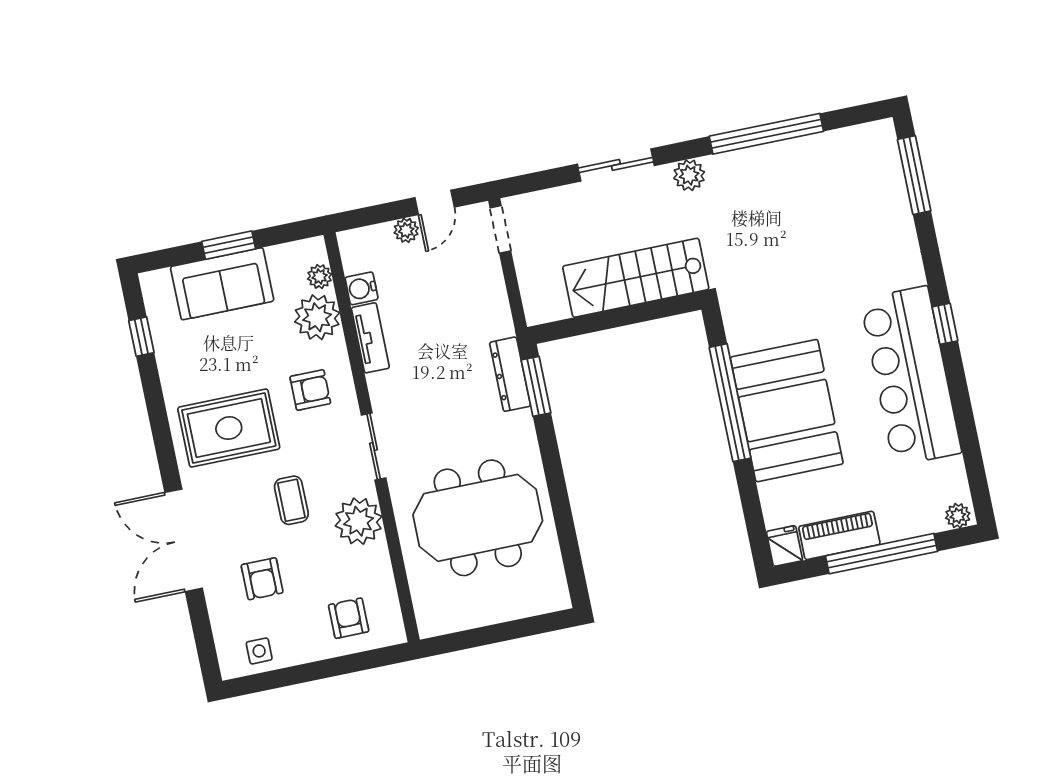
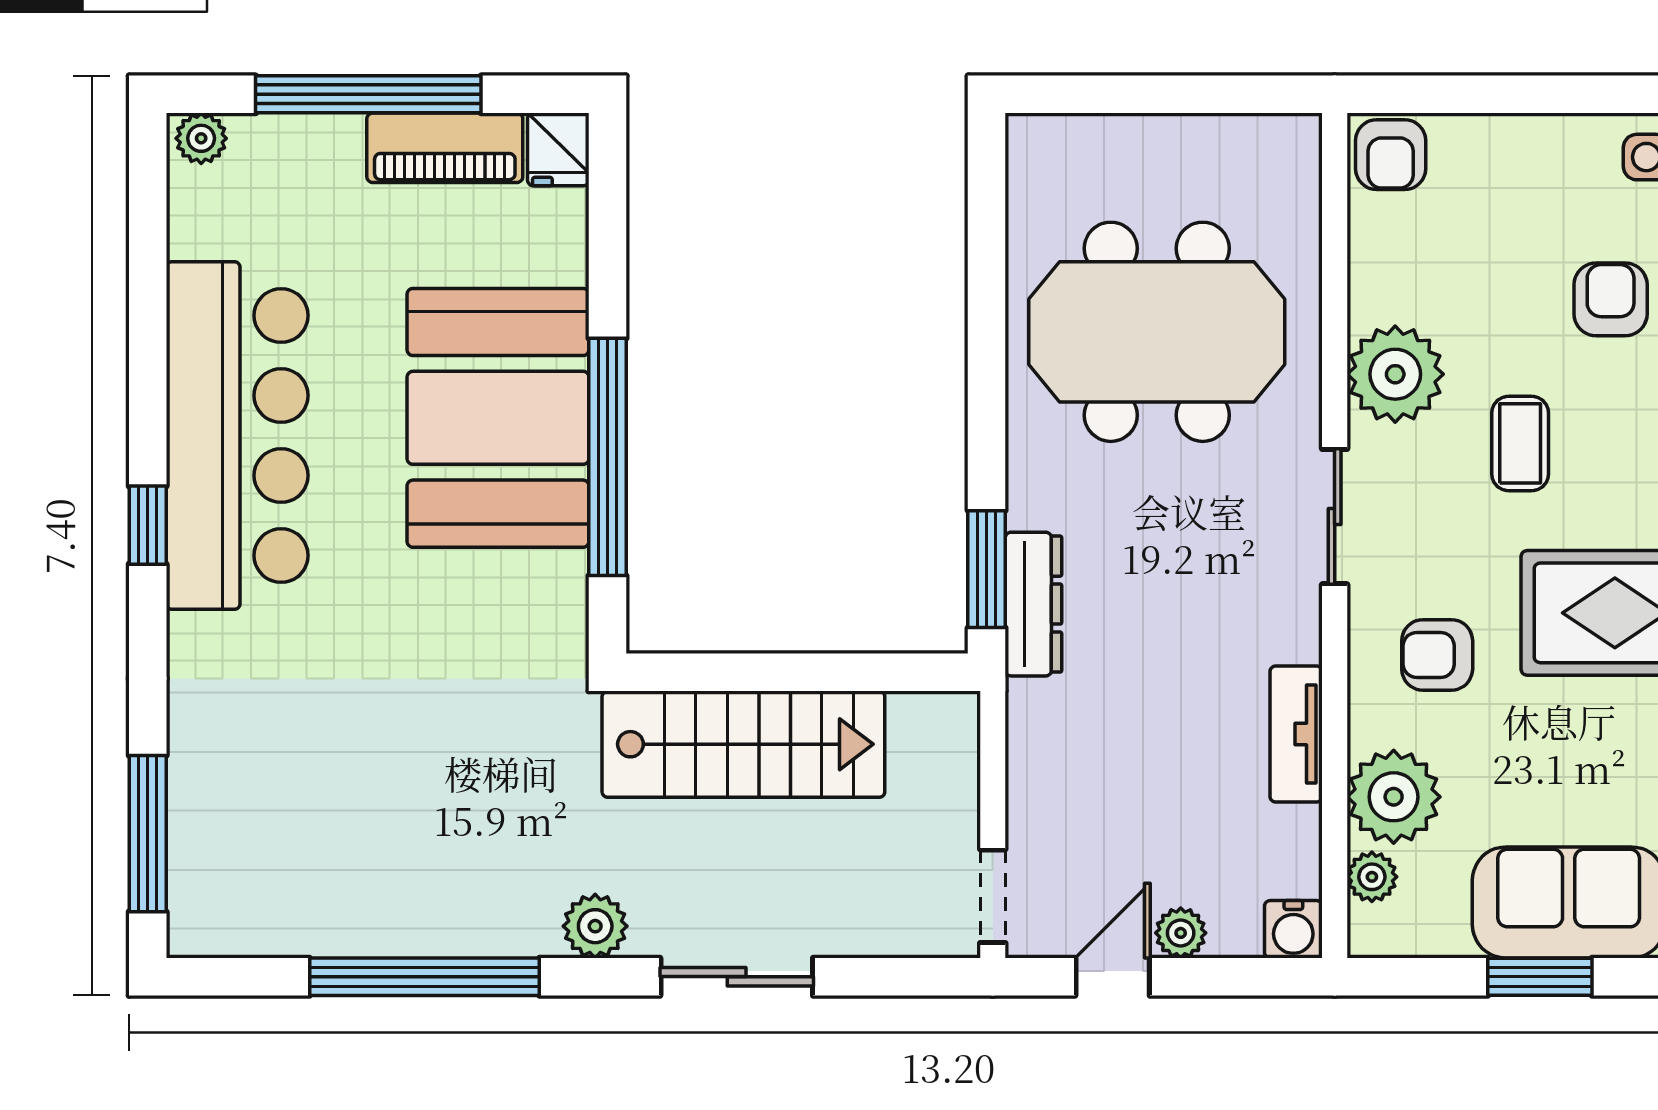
water cooler: (362, 288) -> (1293, 929), moved, turned 90
armchair: (349, 618) -> (1391, 155), moved

